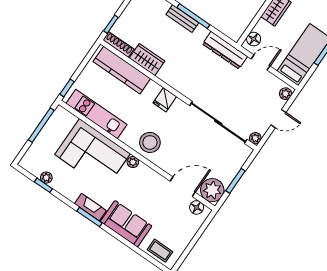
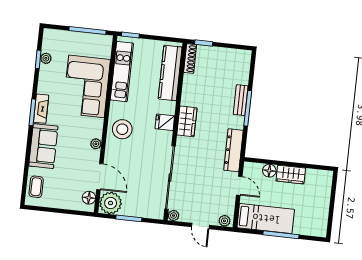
floor lamp: (254, 39) -> (269, 171), moved
wardrobe: (147, 60) -> (187, 121), moved
plant: (133, 162) -> (96, 144), moved

